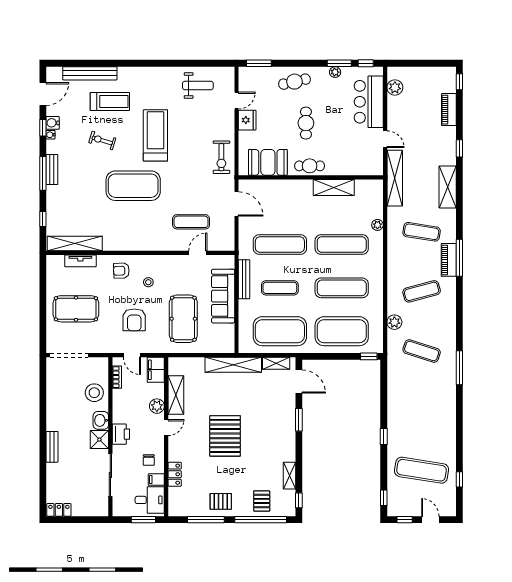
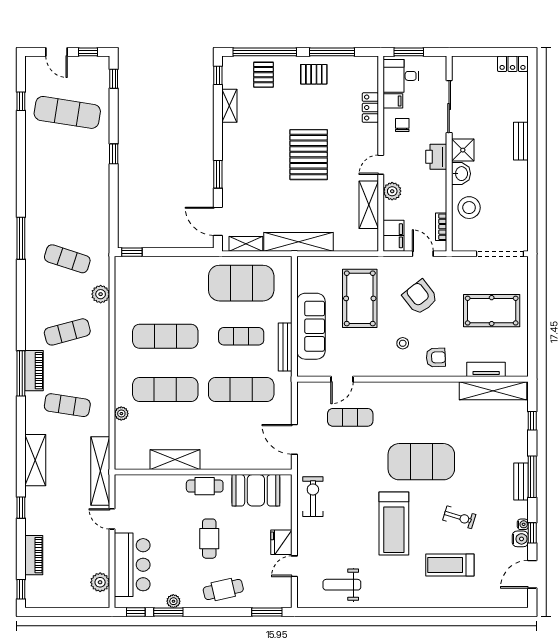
bench: (90, 73) -> (474, 600), removed
armchair: (134, 320) -> (420, 297), turned -38
exercise mat: (342, 331) -> (165, 283), removed

